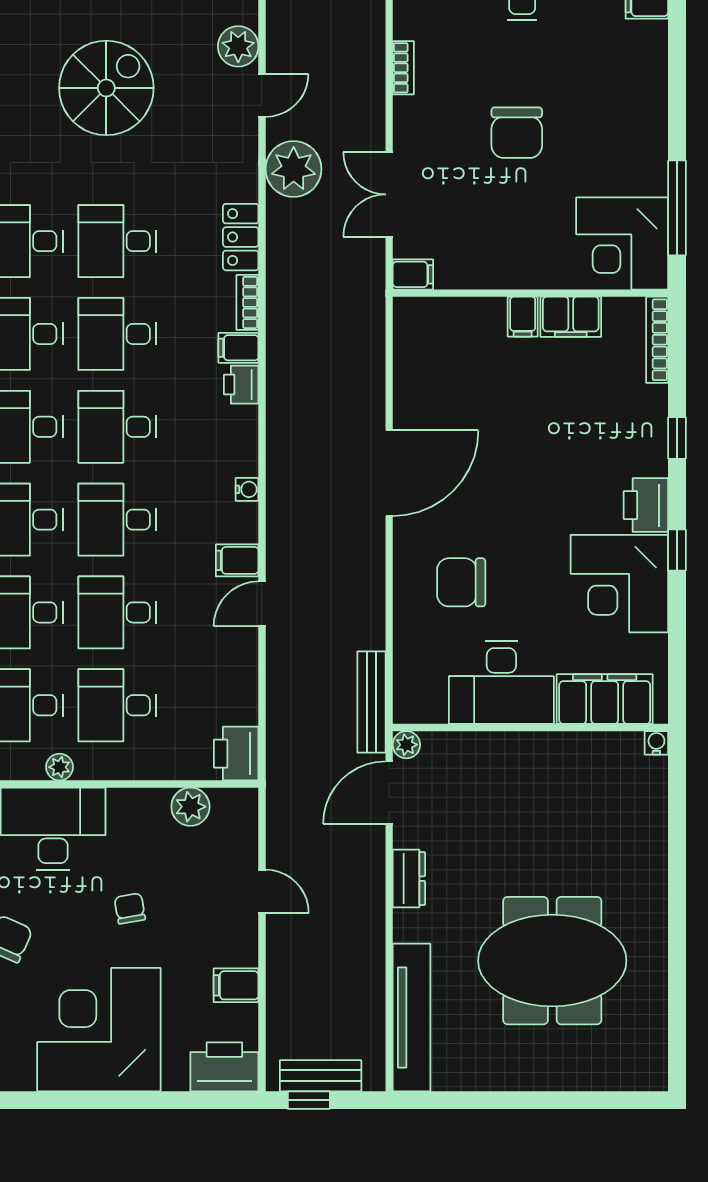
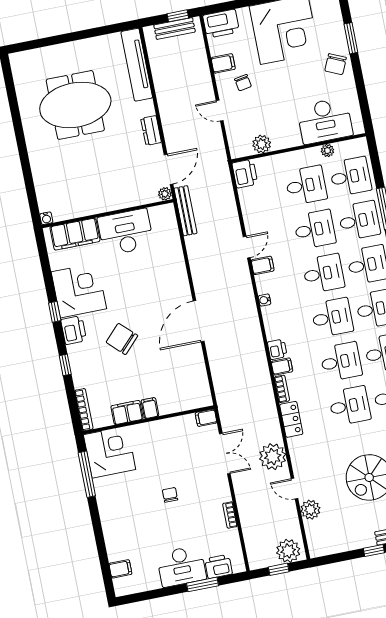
door: (262, 95) -> (295, 489), hinge flipped
chair: (517, 133) -> (170, 495), width x0.54, depth x0.54
chair: (461, 582) -> (122, 339), moved, turned -136
chair: (130, 908) -> (243, 83), moved

